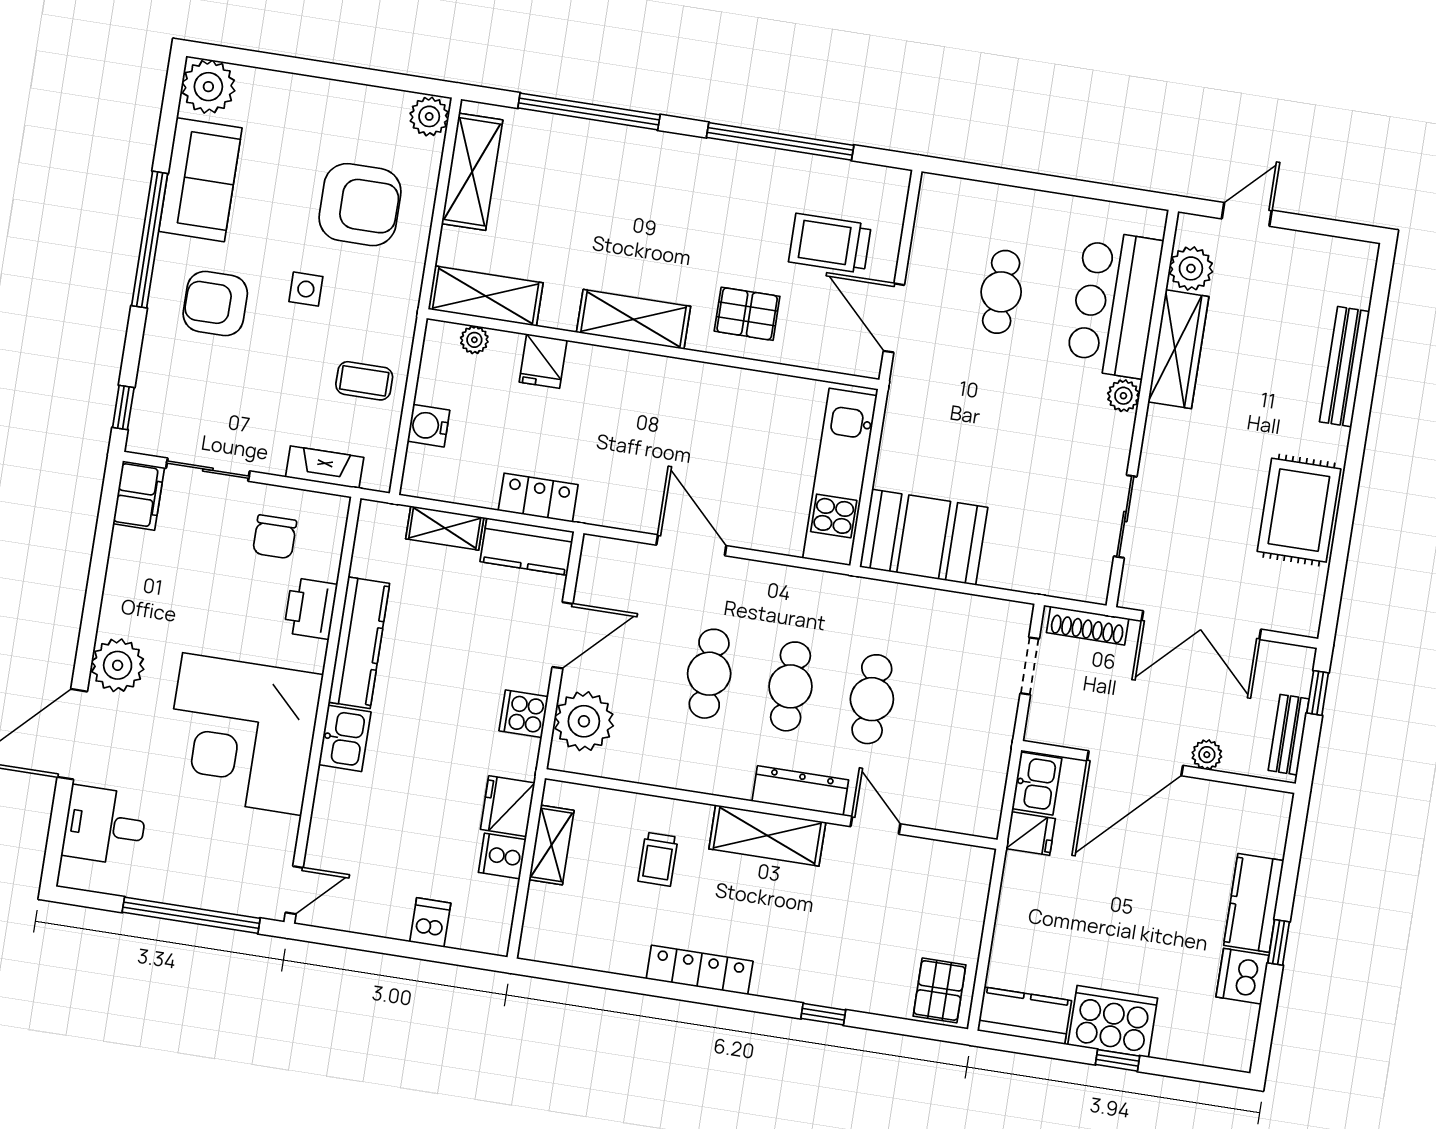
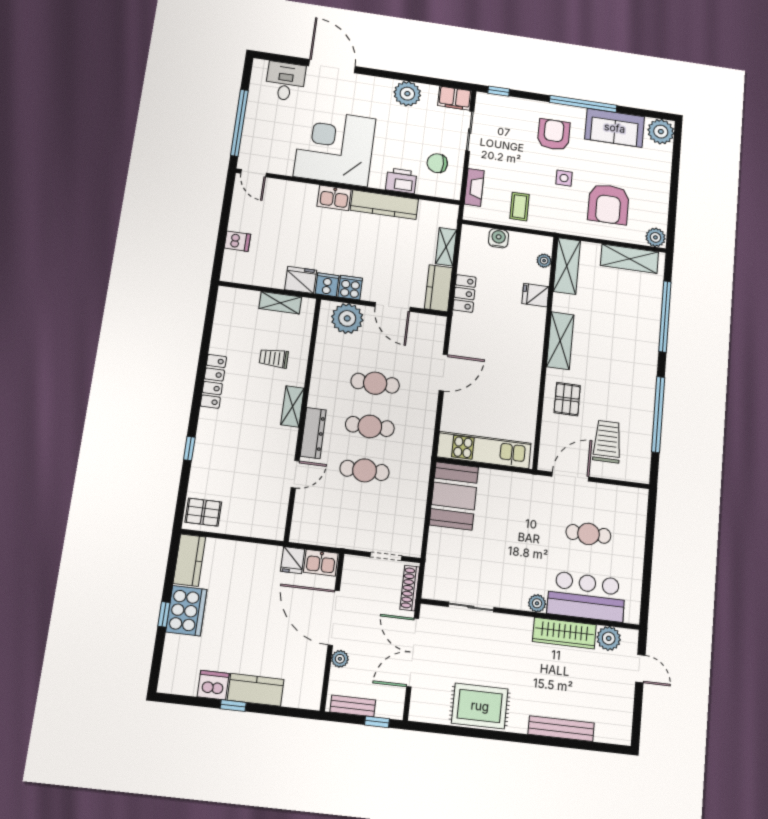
plant: (118, 665) -> (407, 94), moved
shelving: (767, 835) -> (292, 406), width x0.67, depth x0.75
cooker: (502, 856) -> (327, 285), moved

